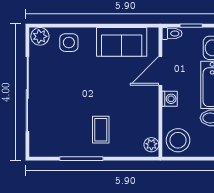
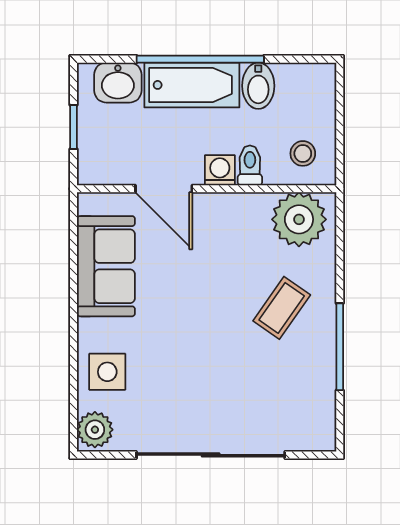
toilet: (172, 34) -> (250, 165), moved
coffee table: (101, 130) -> (282, 308), turned -55
stool: (178, 140) -> (303, 153), width x0.53, depth x0.53
plant: (151, 145) -> (299, 219), width x1.87, depth x1.87

